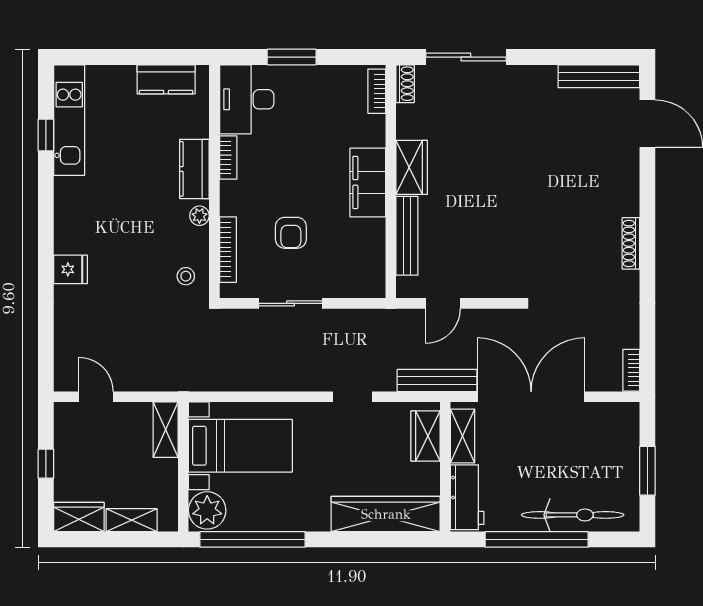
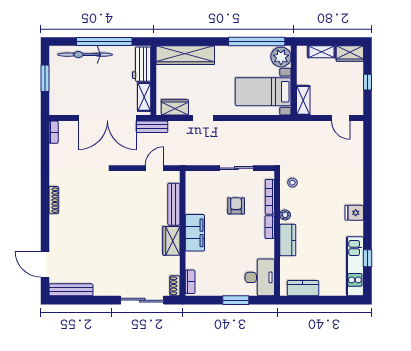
bookcase: (228, 158) -> (270, 227), moved
fridge: (70, 269) -> (354, 213), moved
bench: (437, 380) -> (152, 127), width x0.73
wardrobe: (425, 436) -> (175, 107), moved, turned -90

